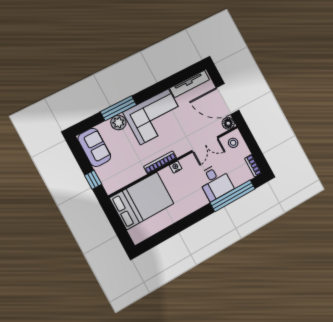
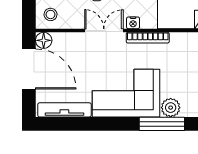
double door: (205, 144) -> (104, 31), moved

